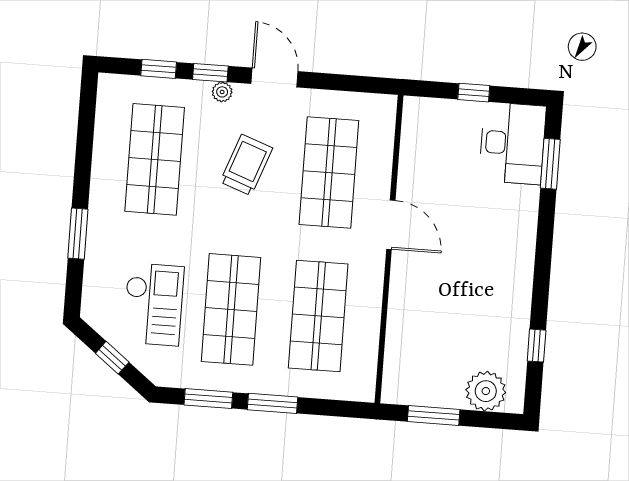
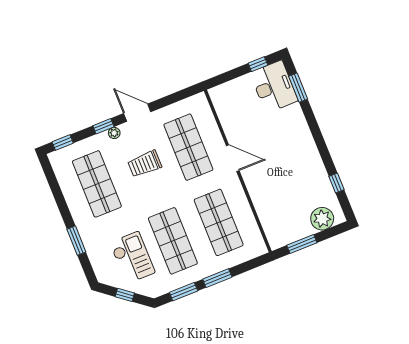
window: (159, 69) -> (63, 143), moved
window: (474, 93) -> (258, 64), moved
trolley: (246, 165) -> (145, 164), turned -110

